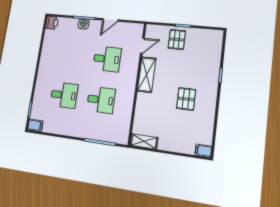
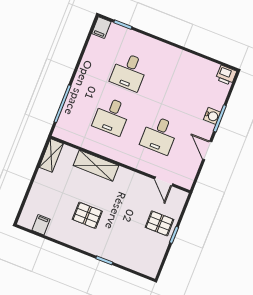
shelving: (147, 75) -> (96, 166), moved
filing cabinet: (203, 151) -> (41, 225), moved

